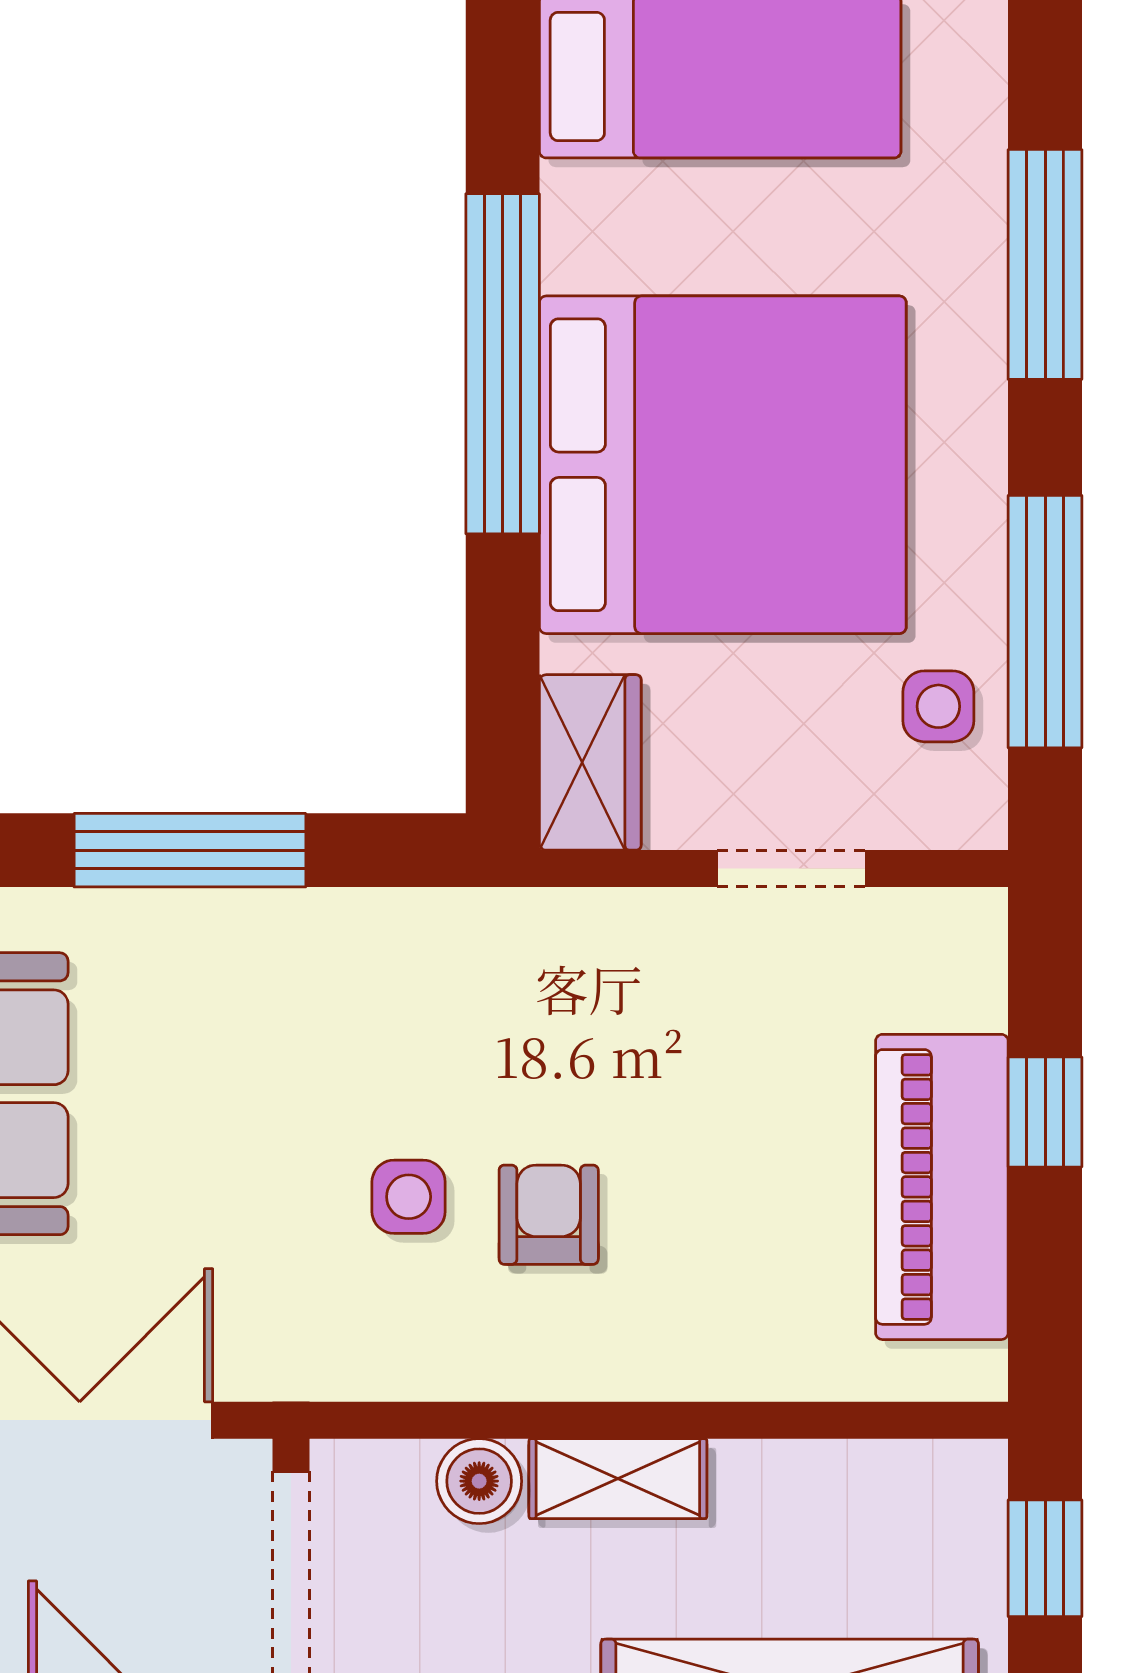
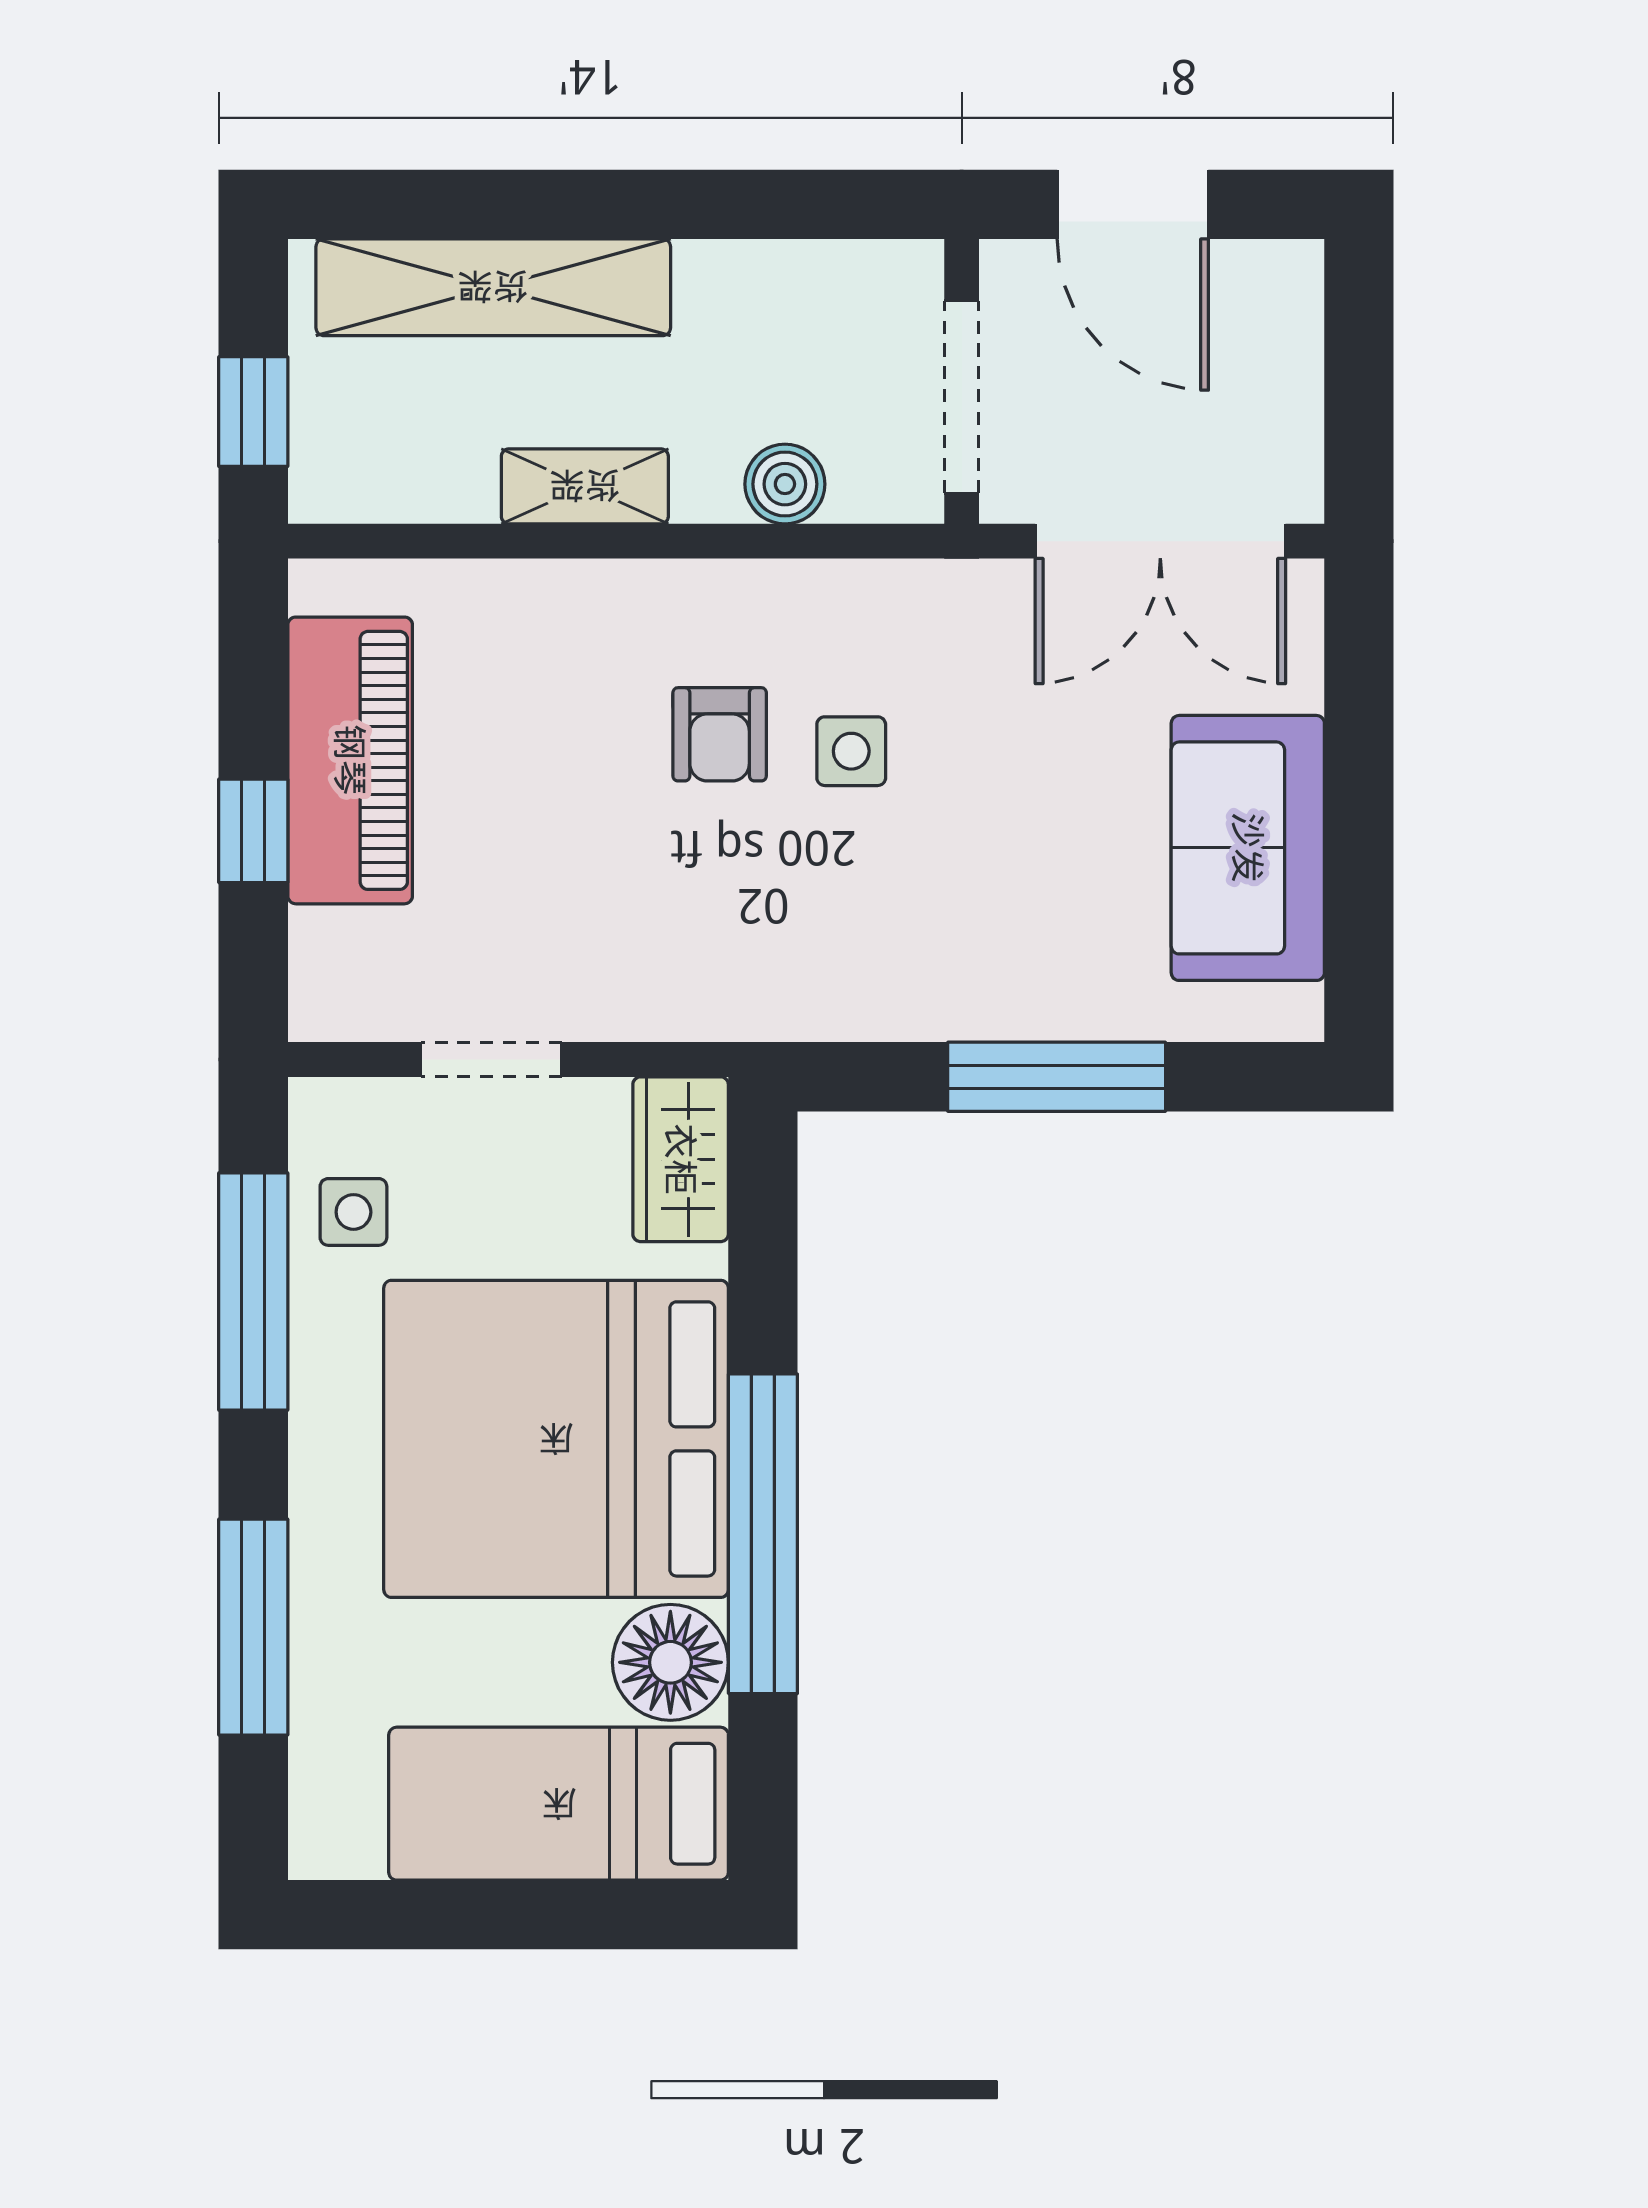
floor lamp: (601, 227) -> (670, 1662), added
shelving: (618, 1479) -> (585, 486), moved

